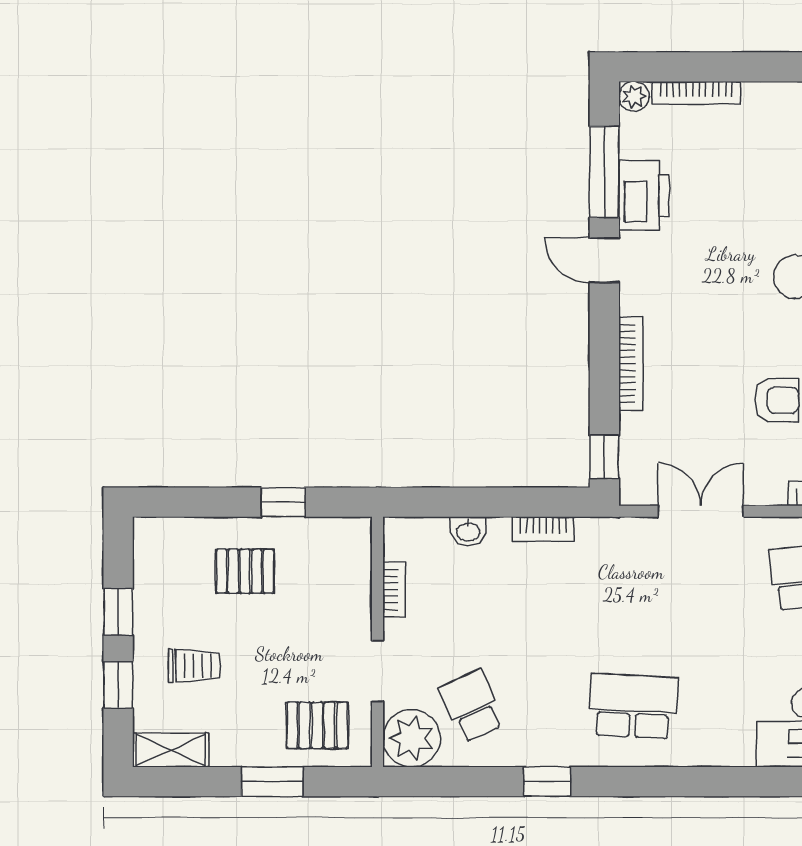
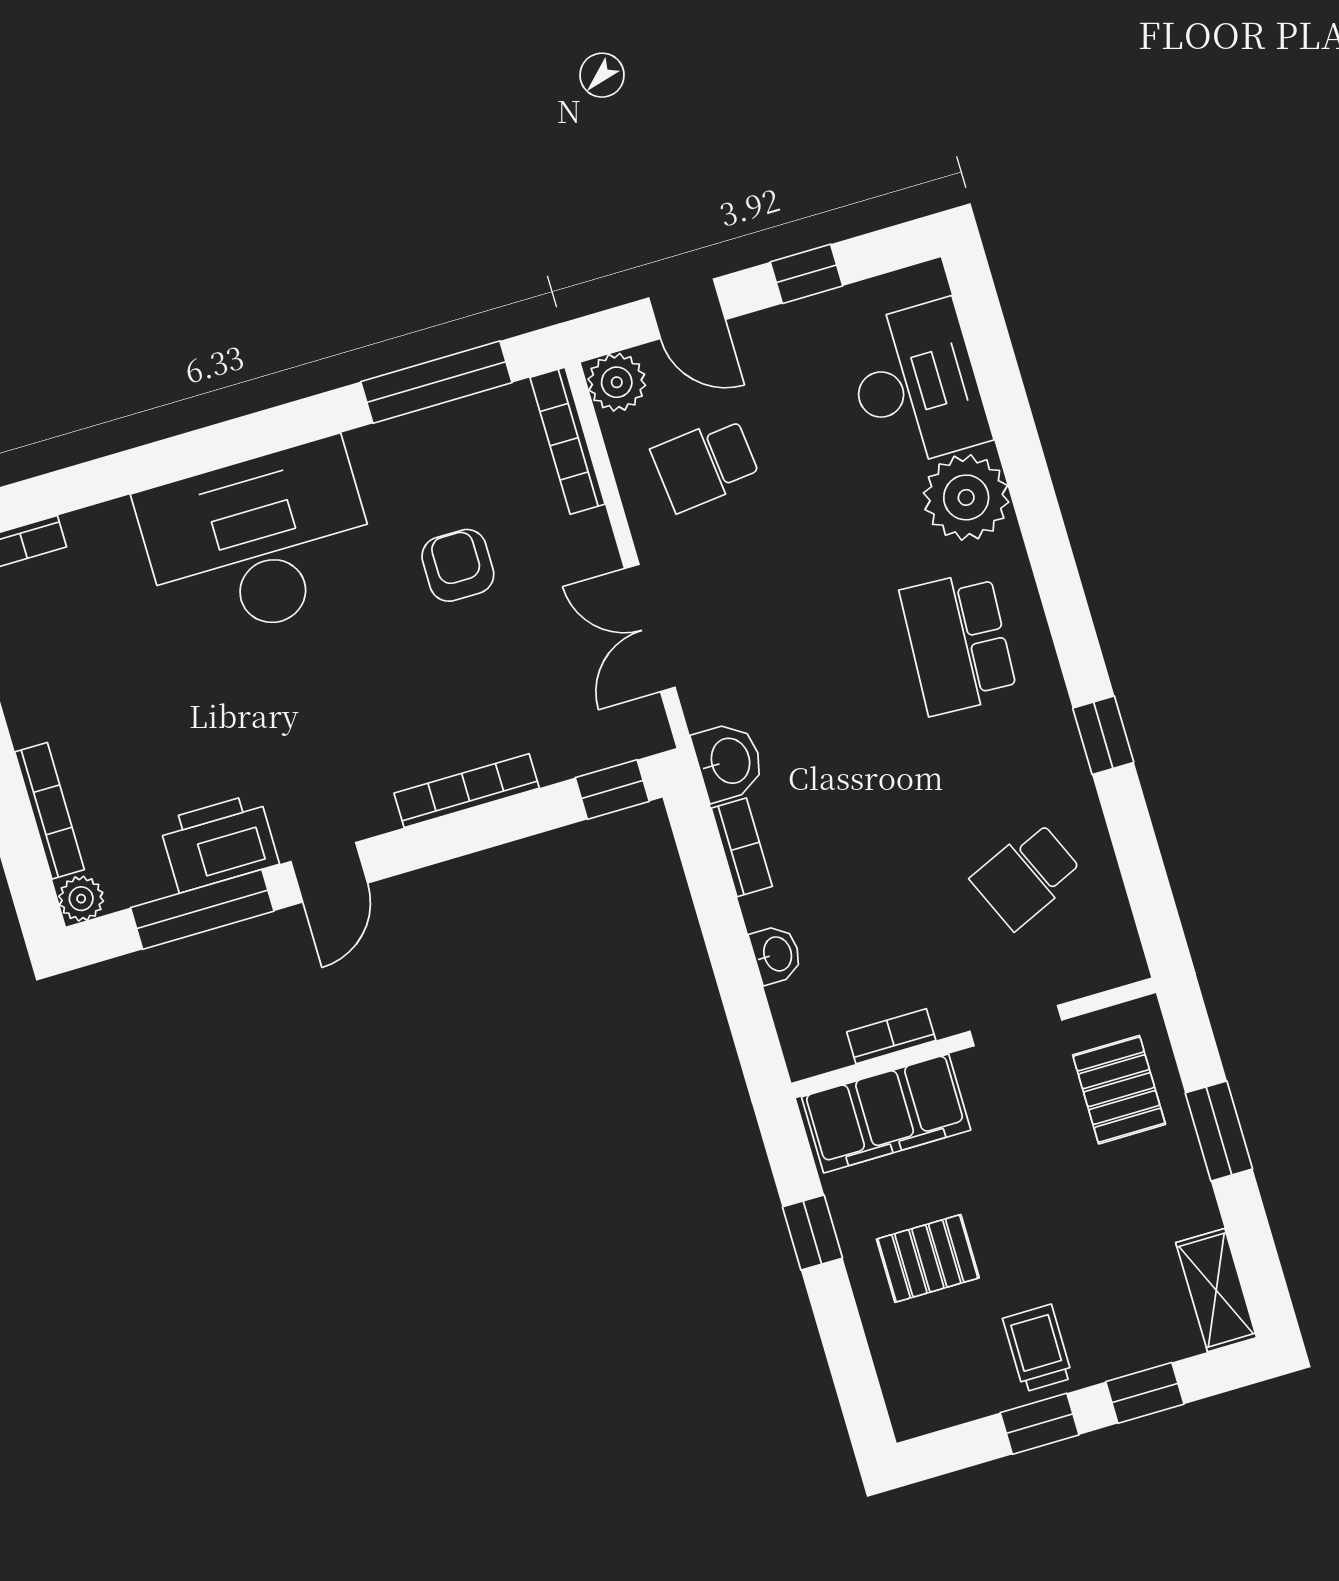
washbasin: (601, 537) -> (729, 761), added
pallet: (245, 571) -> (928, 1258), turned 90
filing cabinet: (346, 572) -> (886, 1113), added
trolley: (194, 666) -> (1038, 1348), moved
plant: (412, 738) -> (966, 497), moved

